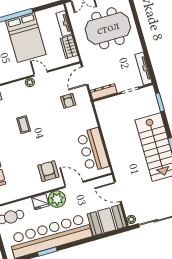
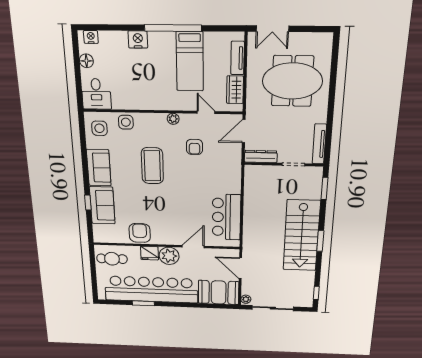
bed: (26, 37) -> (190, 61), width x0.67
door: (41, 73) -> (206, 112), moved
armchair: (68, 101) -> (194, 147), moved
coffee table: (24, 125) -> (152, 166), width x1.86, depth x1.72
armchair: (48, 171) -> (140, 233), moved
door: (74, 184) -> (193, 247), hinge flipped

